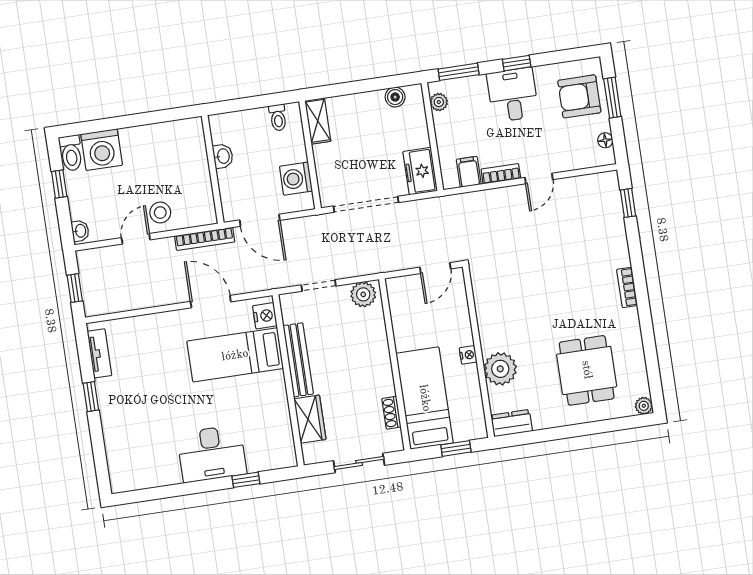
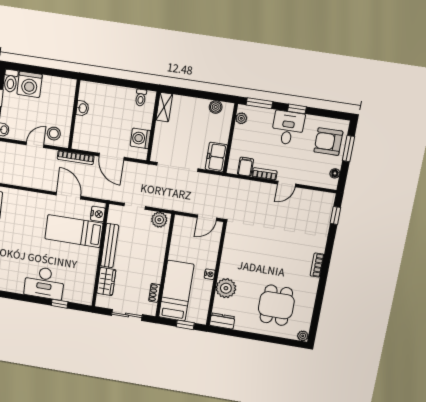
washbasin: (223, 156) -> (82, 108), moved
wall: (213, 169) -> (74, 114), moved

